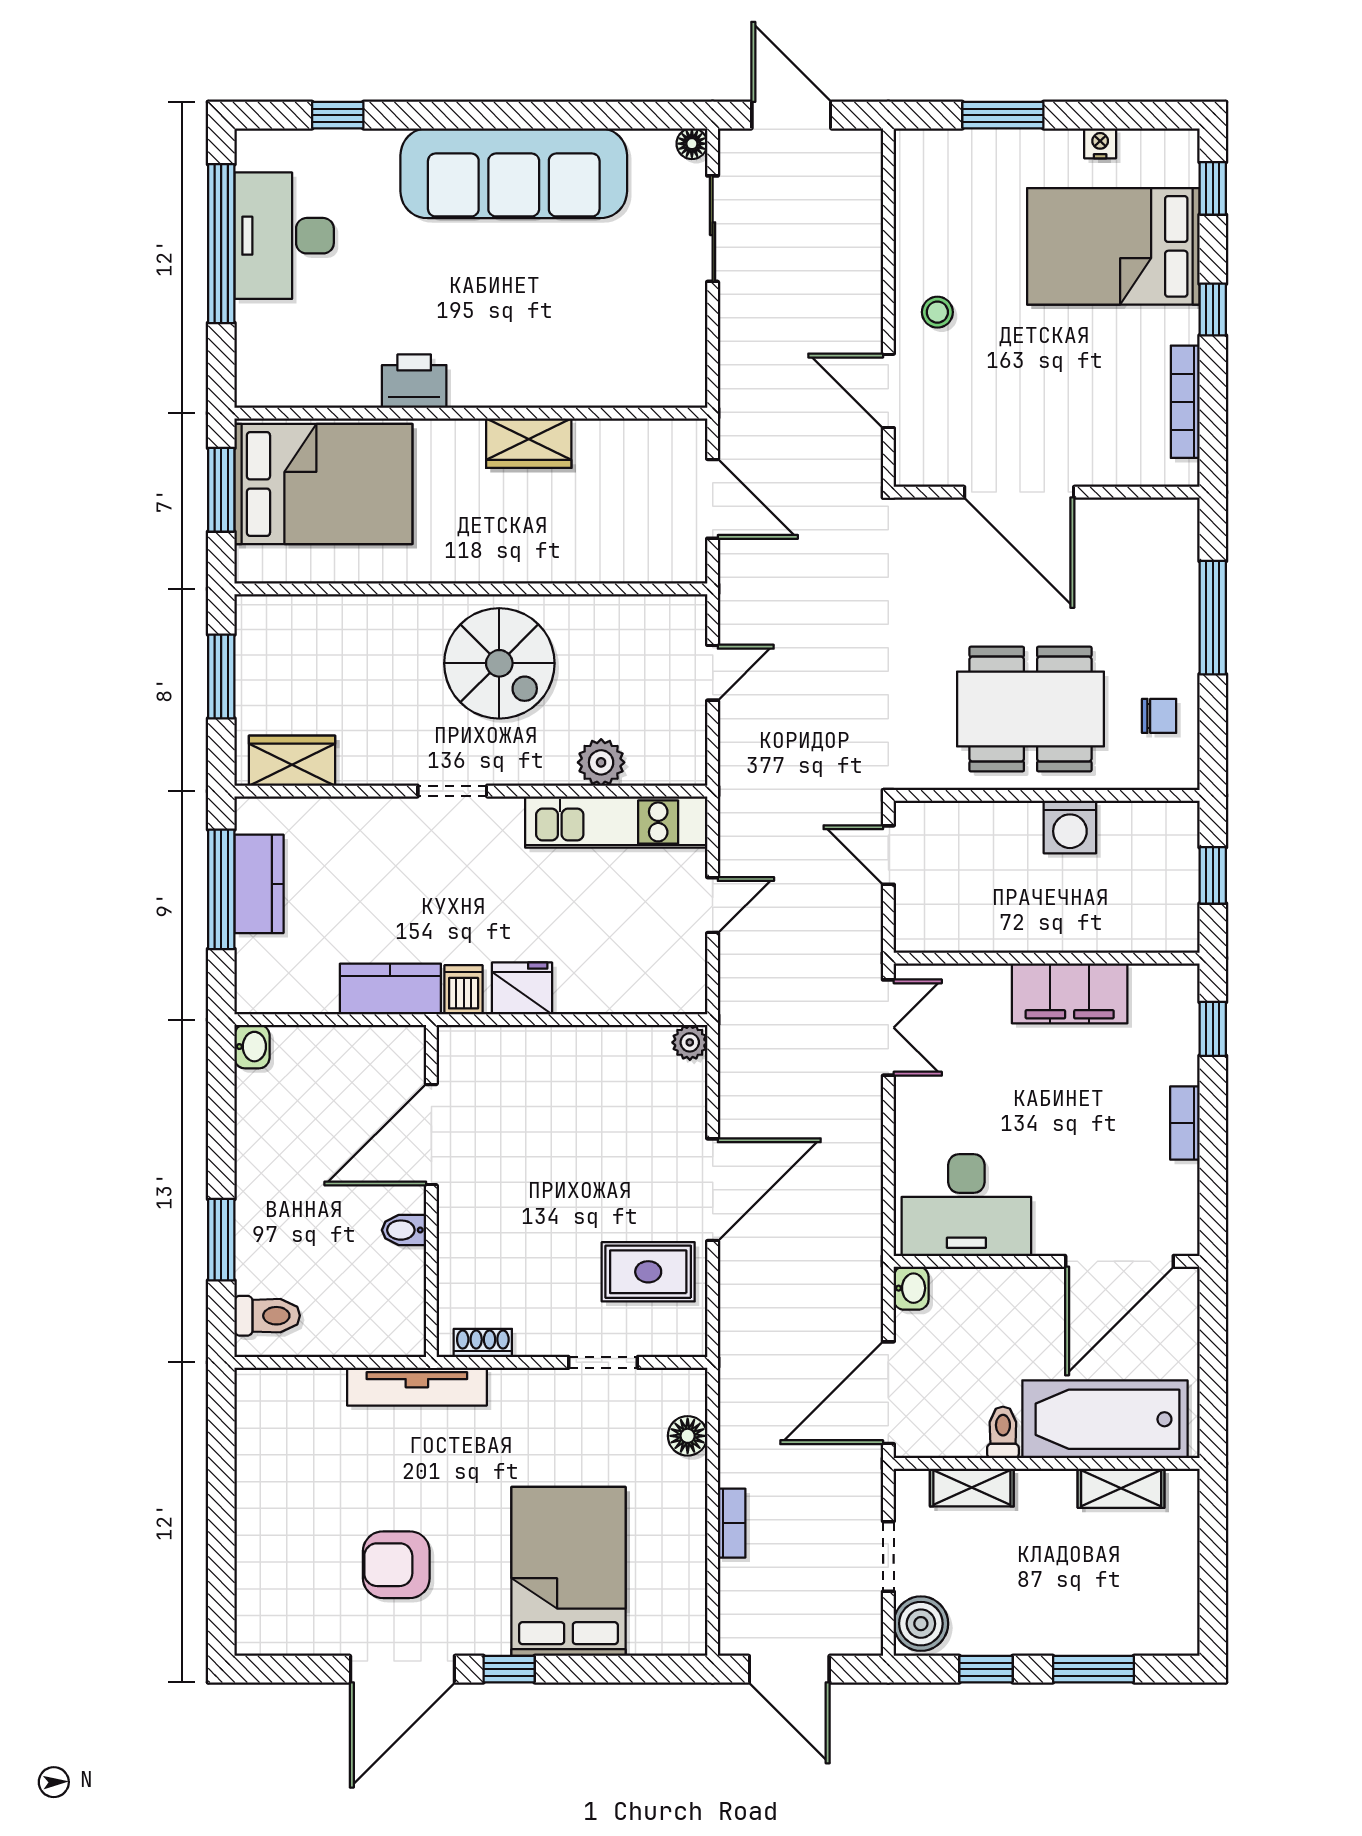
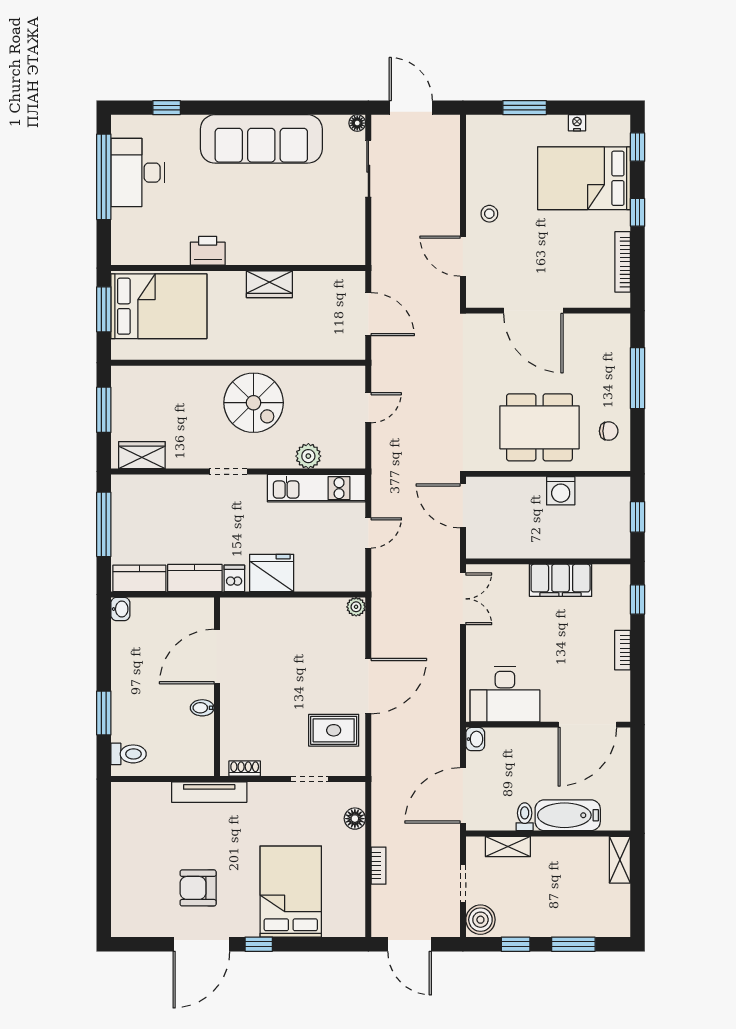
door: (888, 855) -> (463, 506), width x1.38
kitchen counter: (259, 884) -> (139, 578), moved, turned -90
fridge: (522, 988) -> (272, 573), width x1.36, depth x1.34
bathtub: (1105, 1419) -> (568, 815), width x0.73, depth x0.73
shelving: (1121, 1488) -> (620, 860), moved, turned 90

